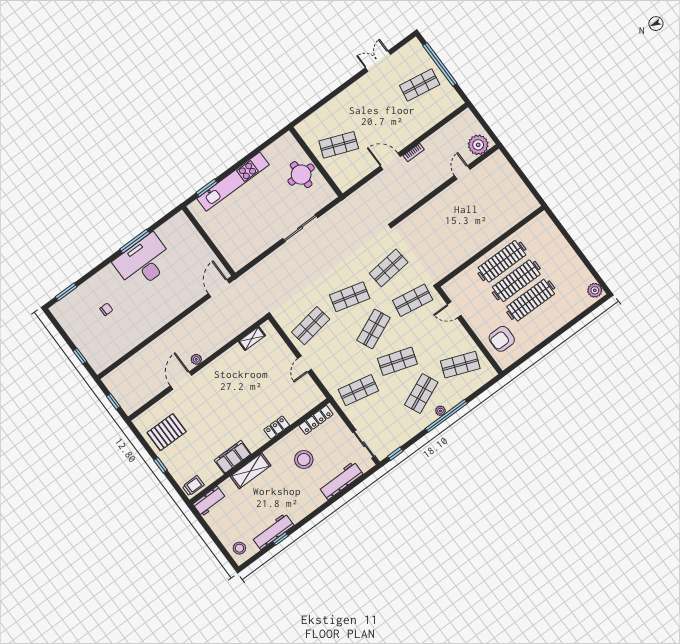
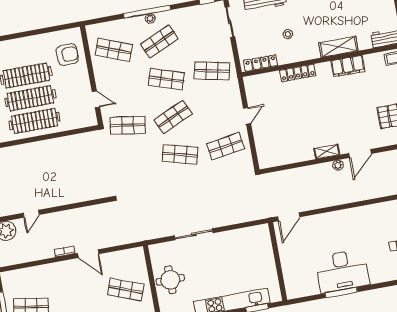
shop shelf: (389, 268) -> (134, 163), removed
shelving: (252, 338) -> (327, 151), moved
locker: (277, 428) -> (298, 73), width x1.53
stool: (304, 460) -> (288, 34), width x0.53, depth x0.53

